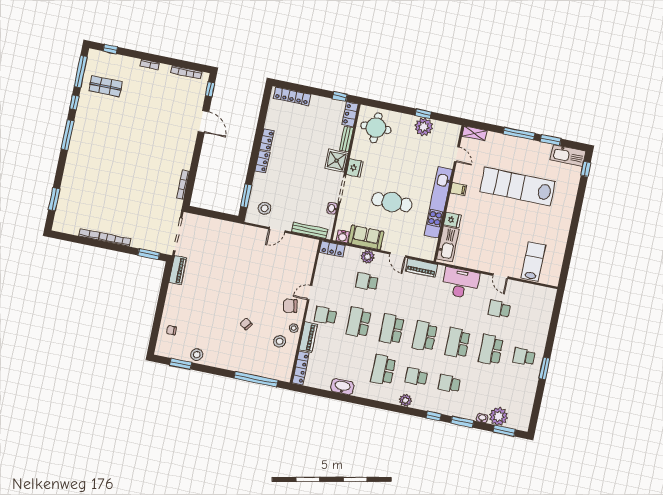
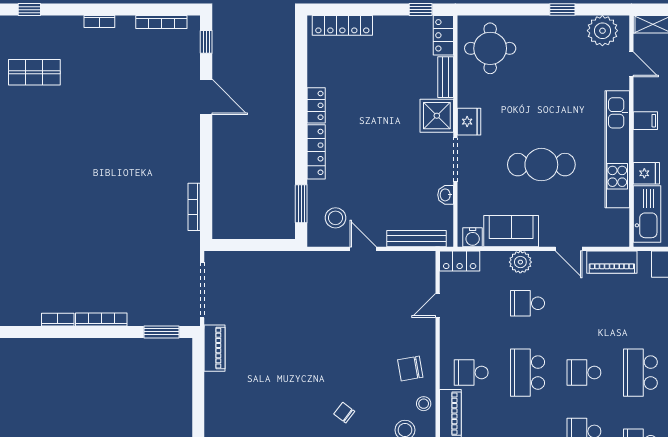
plant: (424, 127) -> (602, 31), moved
locker: (262, 162) -> (316, 152), width x1.53
door: (277, 230) -> (363, 249), swing flipped
door: (310, 293) -> (438, 305), moved
school desk: (392, 329) -> (584, 373), width x0.54

